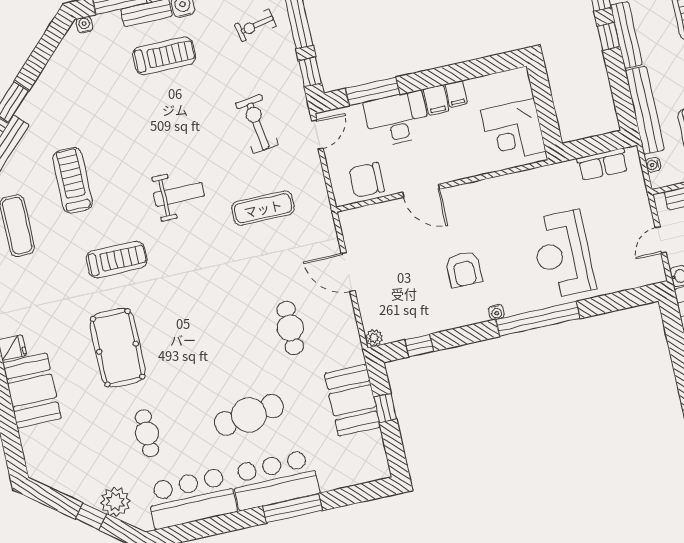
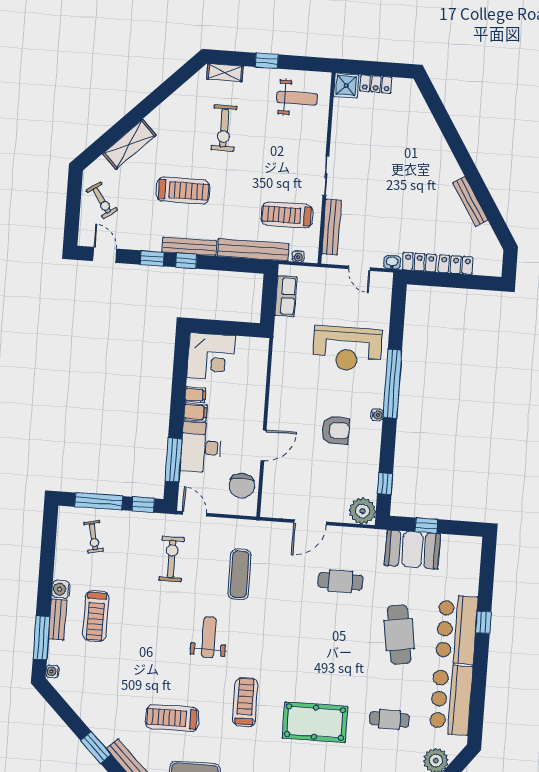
treadmill: (164, 56) -> (96, 616), turned 180
exercise bike: (257, 124) -> (172, 559), turned 97
corner desk: (513, 131) -> (211, 357), moved
plant: (374, 338) -> (363, 511), width x1.88, depth x1.88
window: (293, 508) -> (483, 622), width x0.46

